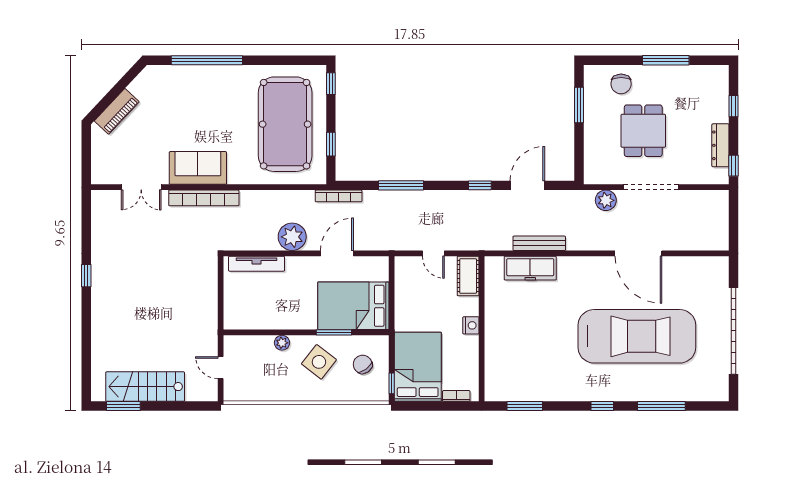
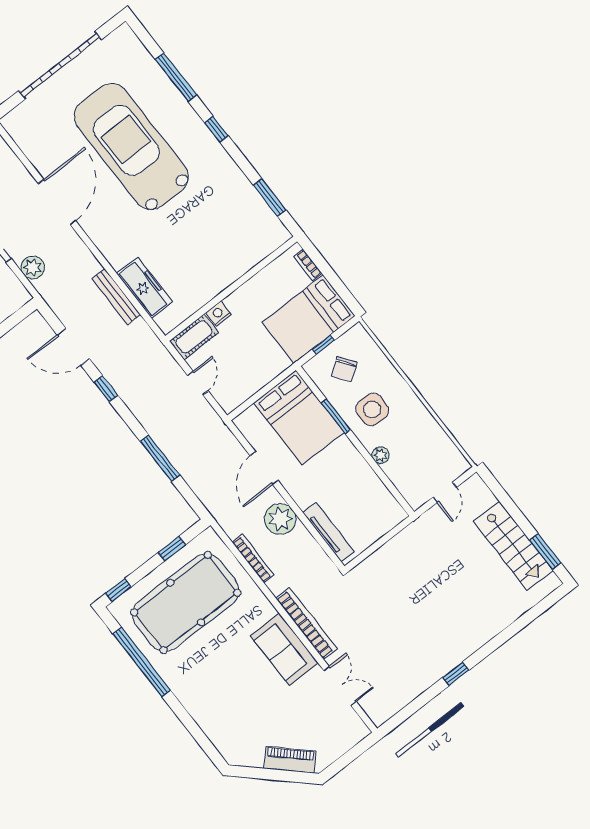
window: (207, 60) -> (142, 662), moved
bookcase: (339, 196) -> (253, 559), moved
door: (337, 253) -> (264, 468), hinge flipped
nightstand: (471, 325) -> (219, 314), moved
side table: (319, 362) -> (372, 409), turned -38
window: (392, 383) -> (323, 345), moved

